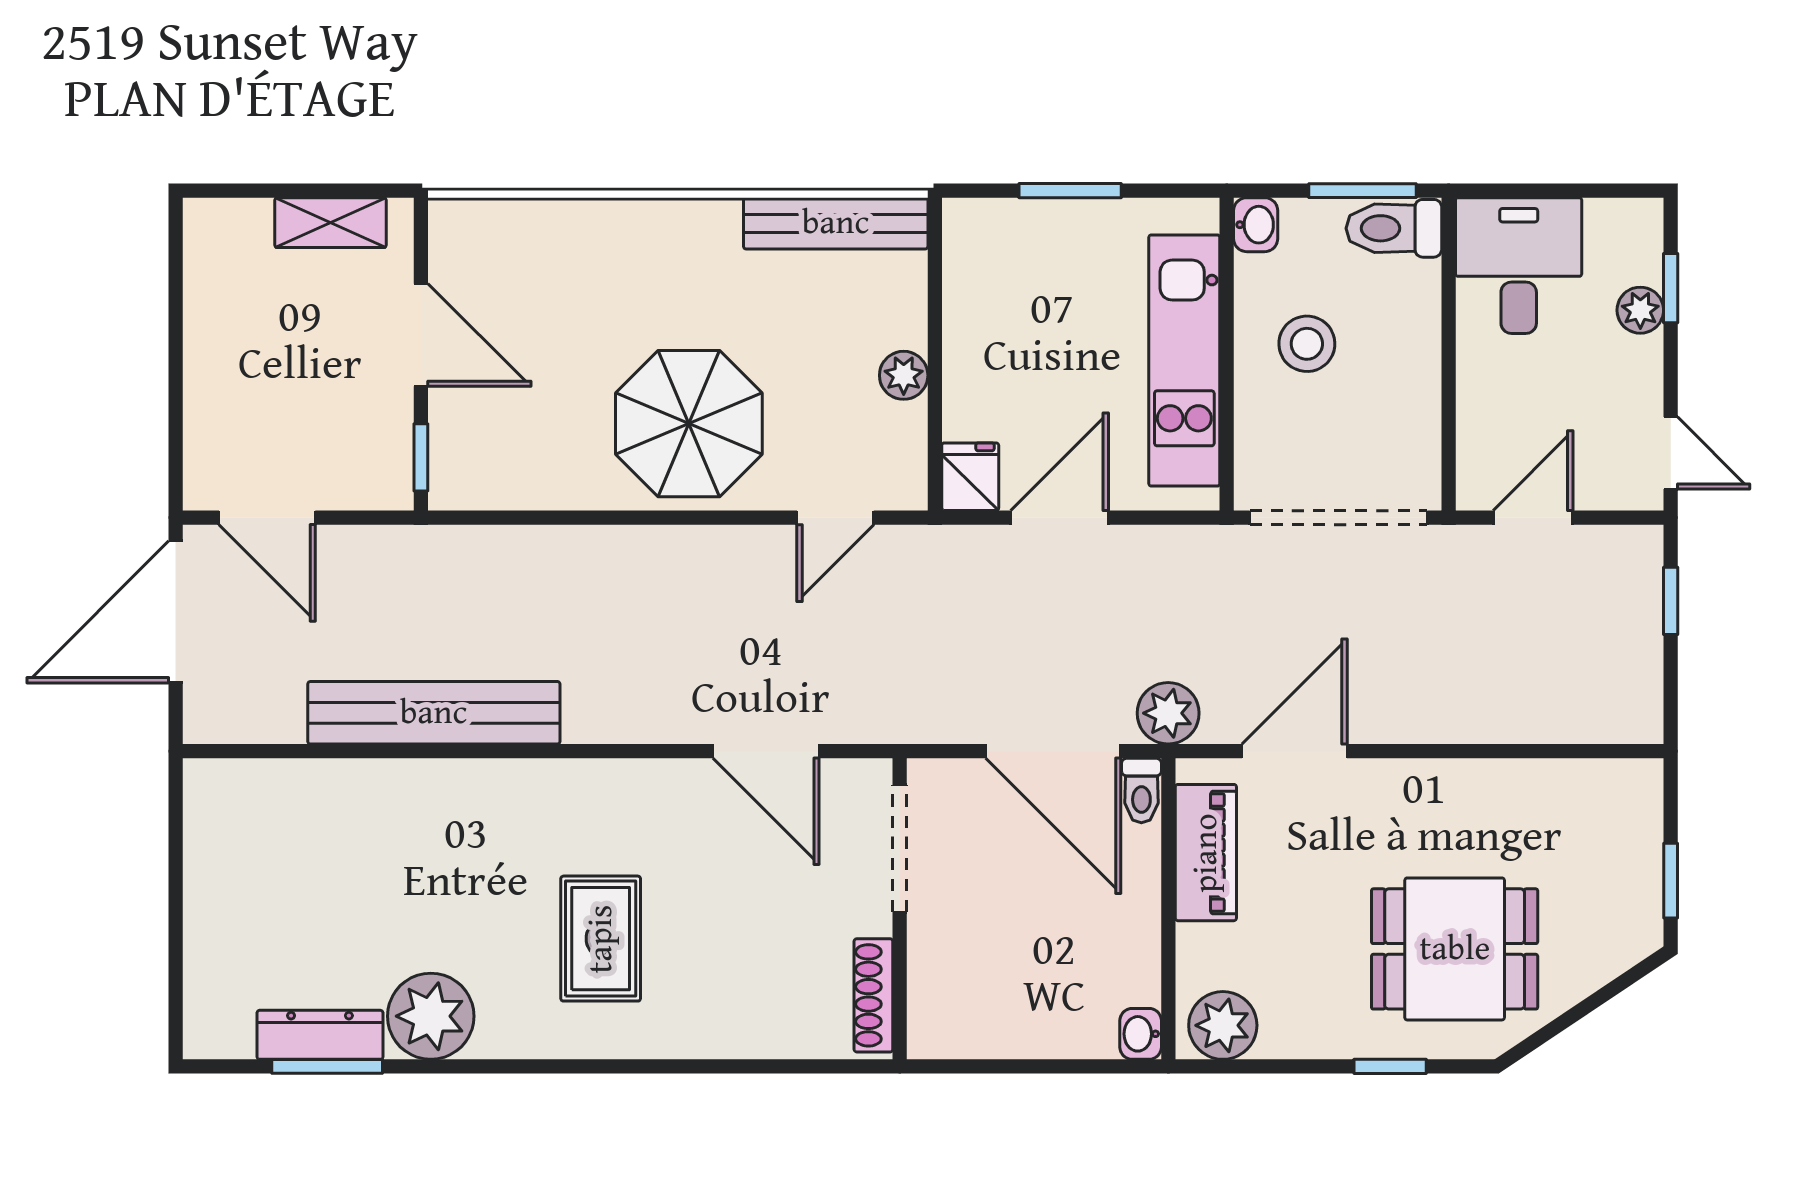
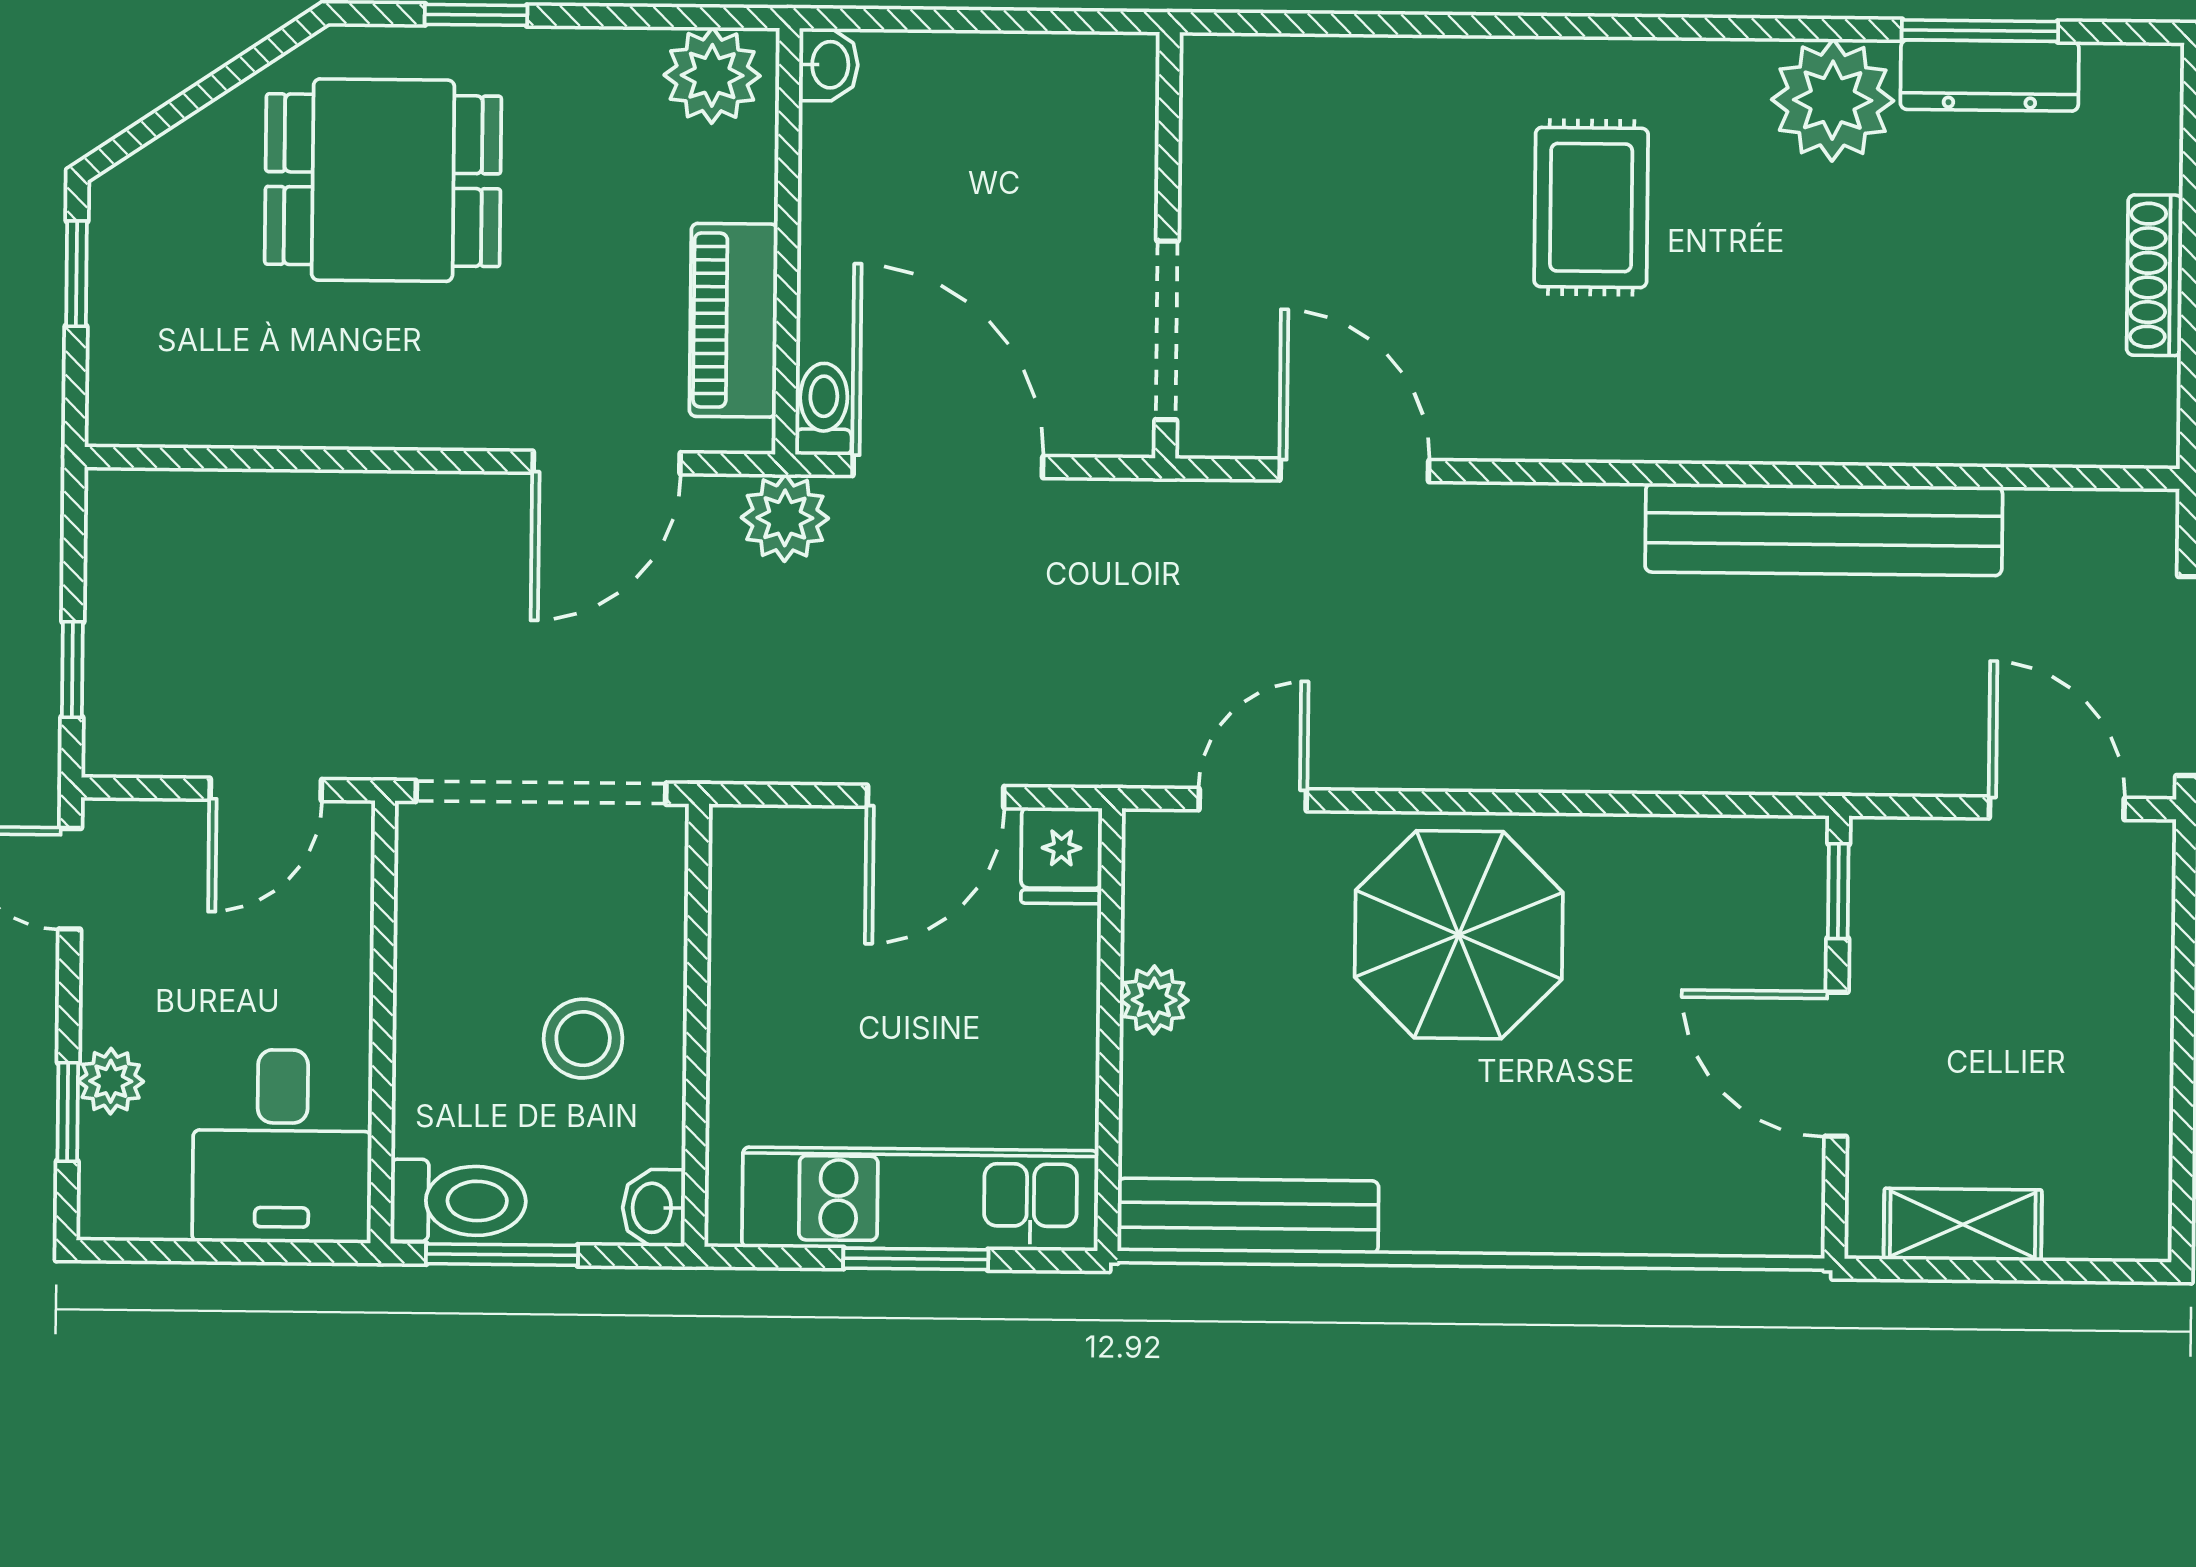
kitchen unit: (1184, 360) -> (920, 1199), moved, turned -90
shoe rack: (873, 995) -> (2155, 275), moved, turned 180

